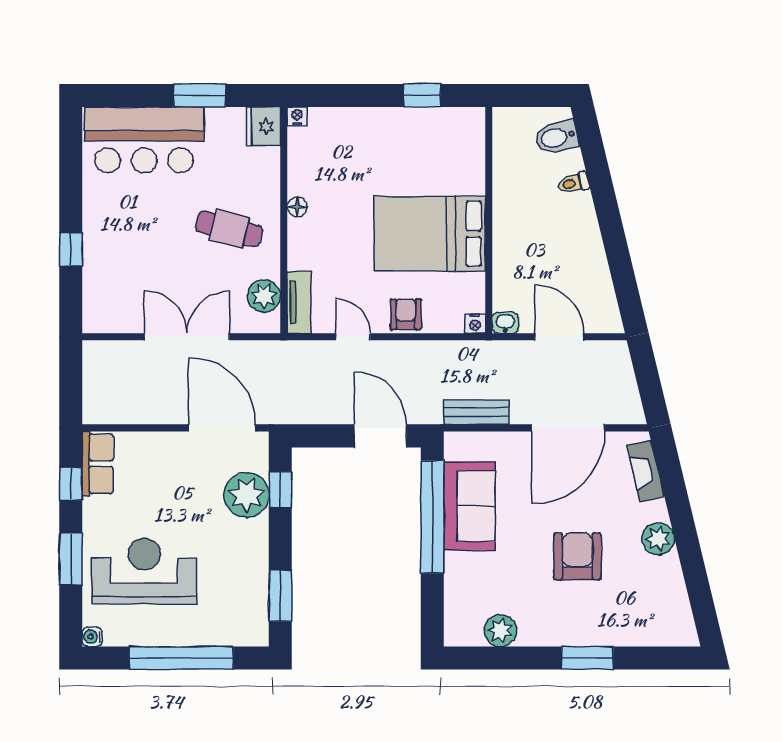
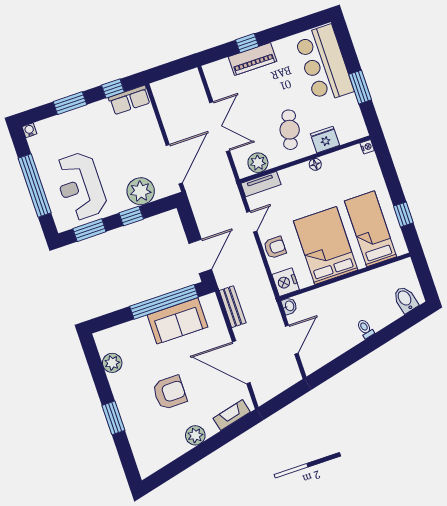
fridge: (263, 127) -> (325, 140), moved
bed: (427, 154) -> (371, 229), added
toilet: (573, 183) -> (365, 329), moved
piano: (99, 249) -> (252, 59), added
nightstand: (475, 324) -> (286, 282), width x1.89, depth x1.79
window: (280, 489) -> (131, 216), moved
reception desk: (144, 571) -> (80, 186), moved, turned 180

